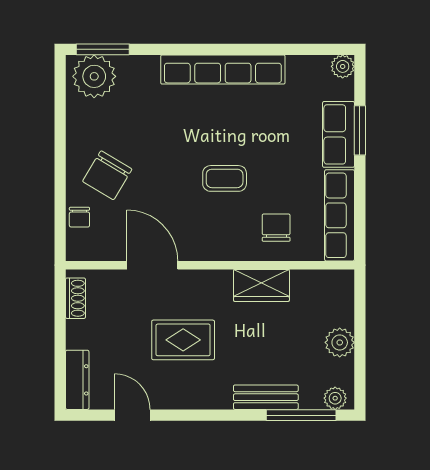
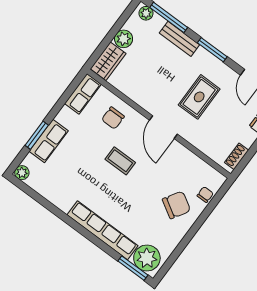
row of seats: (223, 70) -> (102, 230), moved
row of seats: (340, 215) -> (83, 94), width x0.68
door: (152, 265) -> (163, 127), moved
wardrobe: (261, 285) -> (108, 61), moved, turned 90
rug: (183, 340) -> (199, 97), turned 90
window: (212, 415) -> (212, 50), added

